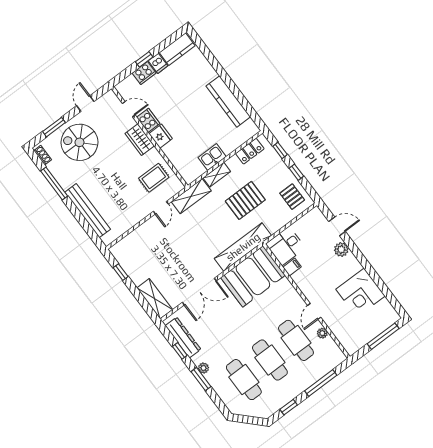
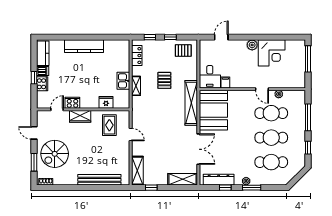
kitchen counter: (228, 101) -> (84, 46), moved
fridge: (161, 136) -> (106, 102), moved
window: (54, 184) -> (68, 188), removed
shelving: (191, 196) -> (137, 171), moved
pallet: (245, 200) -> (164, 80), width x0.67, depth x0.71
plant: (341, 250) -> (252, 45), moved

